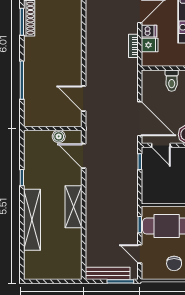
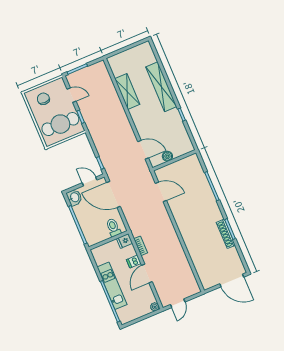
fridge: (150, 45) -> (124, 241), moved
toilet: (172, 81) -> (113, 227), moved
shelving: (74, 207) -> (127, 91), moved
bench: (108, 273) -> (89, 71), removed

